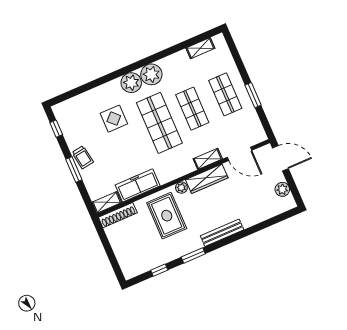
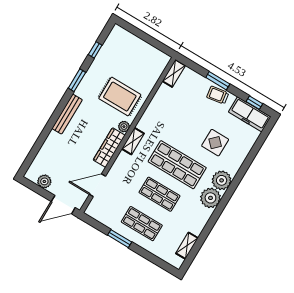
shelving: (208, 159) -> (133, 141), moved
freezer: (138, 185) -> (250, 114), moved, turned 90
shoe rack: (118, 215) -> (158, 70), removed

